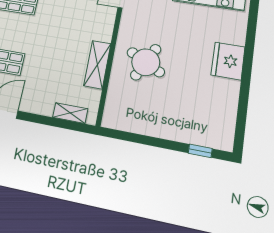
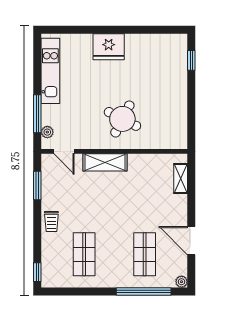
shelving: (97, 65) -> (105, 162), moved

